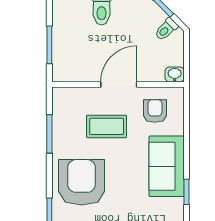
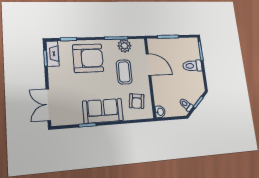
door: (119, 84) -> (149, 65), moved
armchair: (155, 111) -> (137, 101), turned 97
plant: (63, 121) -> (124, 46), added

